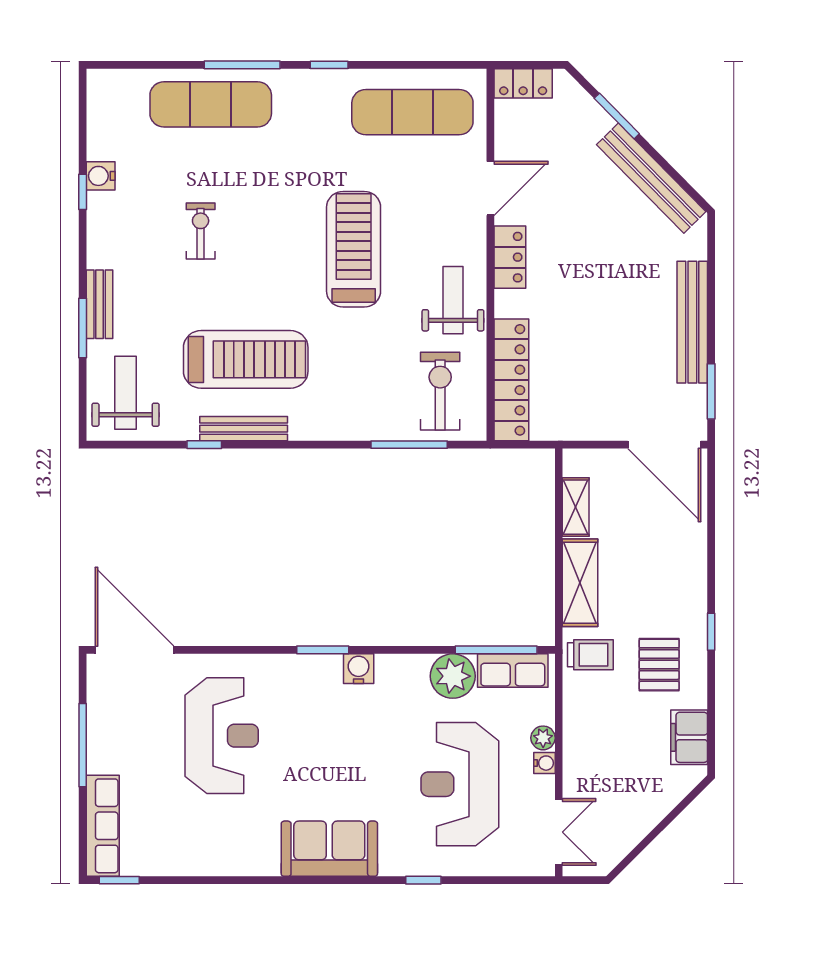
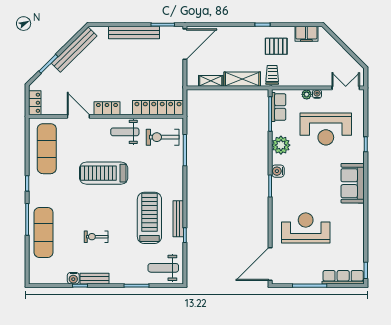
bench: (100, 304) -> (94, 279), moved
plant: (453, 676) -> (281, 145), moved

